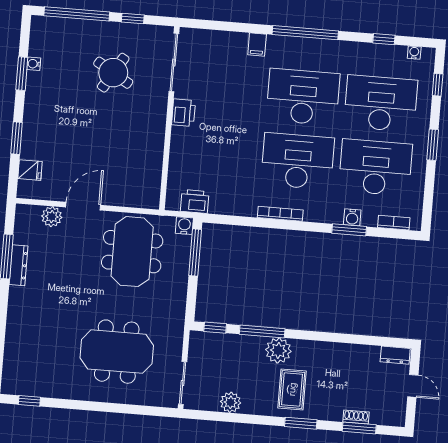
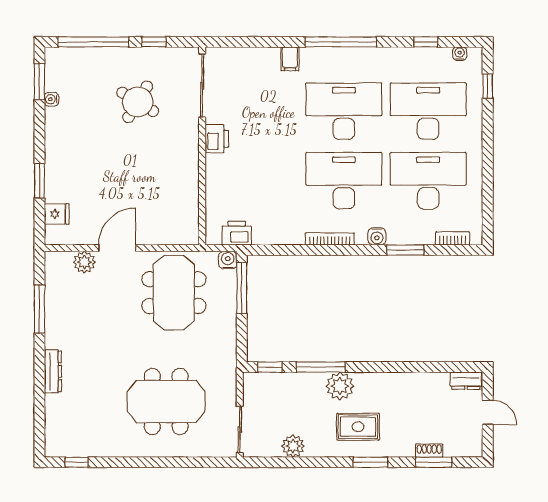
window: (22, 74) -> (39, 82), moved
window: (433, 145) -> (488, 151), removed
water cooler: (352, 217) -> (377, 236), moved
dresser: (19, 265) -> (53, 371), moved
rug: (292, 389) -> (358, 427), turned 90

